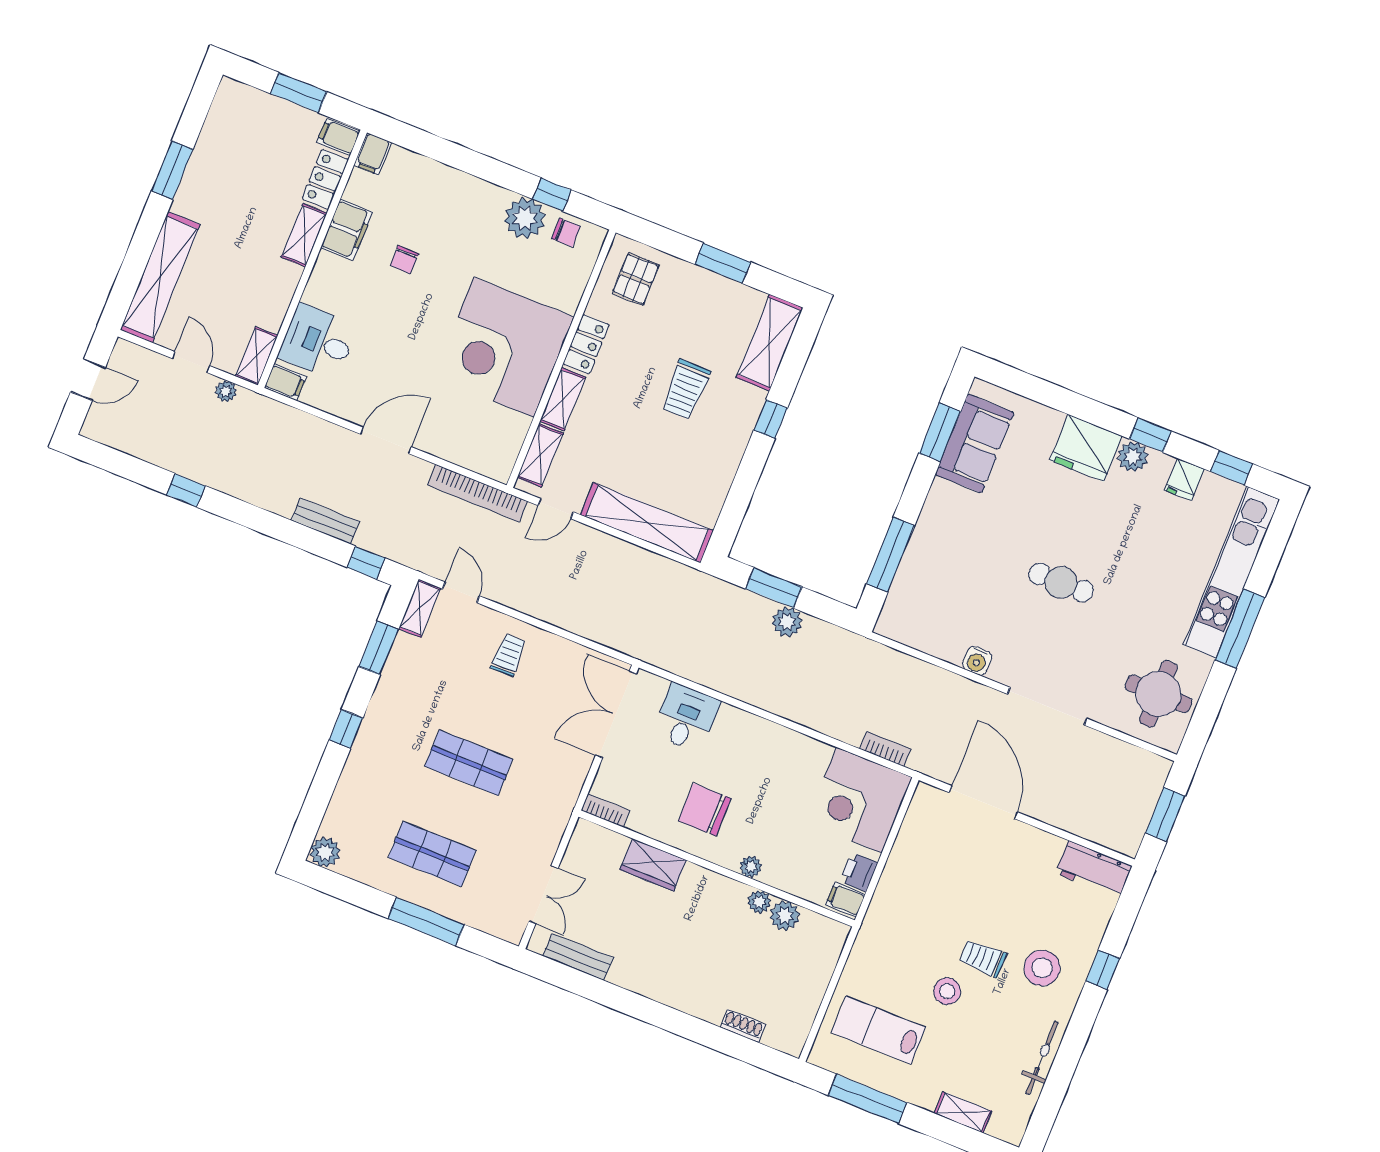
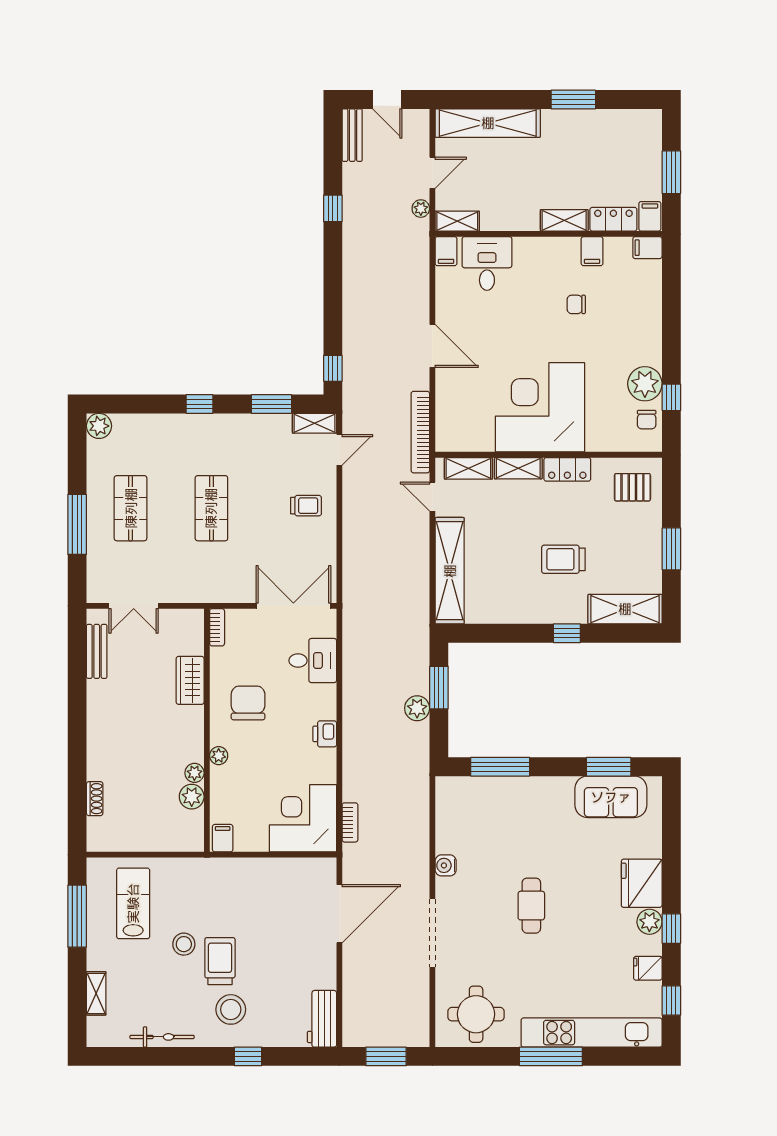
filing cabinet: (347, 230) -> (592, 251), width x0.50
bench: (325, 521) -> (352, 135), moved
printer: (859, 872) -> (325, 734), moved, turned -90
trolley: (983, 958) -> (220, 961), width x1.36, depth x1.39

